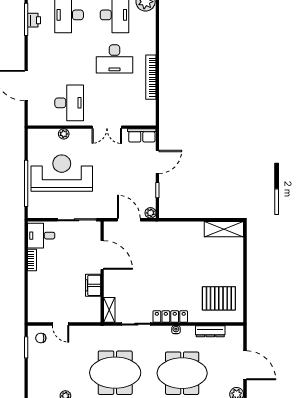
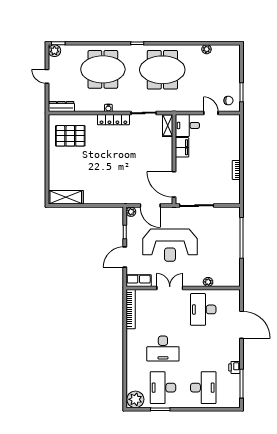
printer: (34, 20) -> (234, 367), moved
desk: (114, 59) -> (163, 349), turned 180
bookcase: (151, 77) -> (131, 309), moved
reception desk: (62, 173) -> (170, 245), moved
desk: (41, 236) -> (187, 125), moved, turned 180
door: (102, 255) -> (174, 184), moved
dresser: (210, 331) -> (61, 107), moved
door: (245, 365) -> (47, 76), width x0.53

